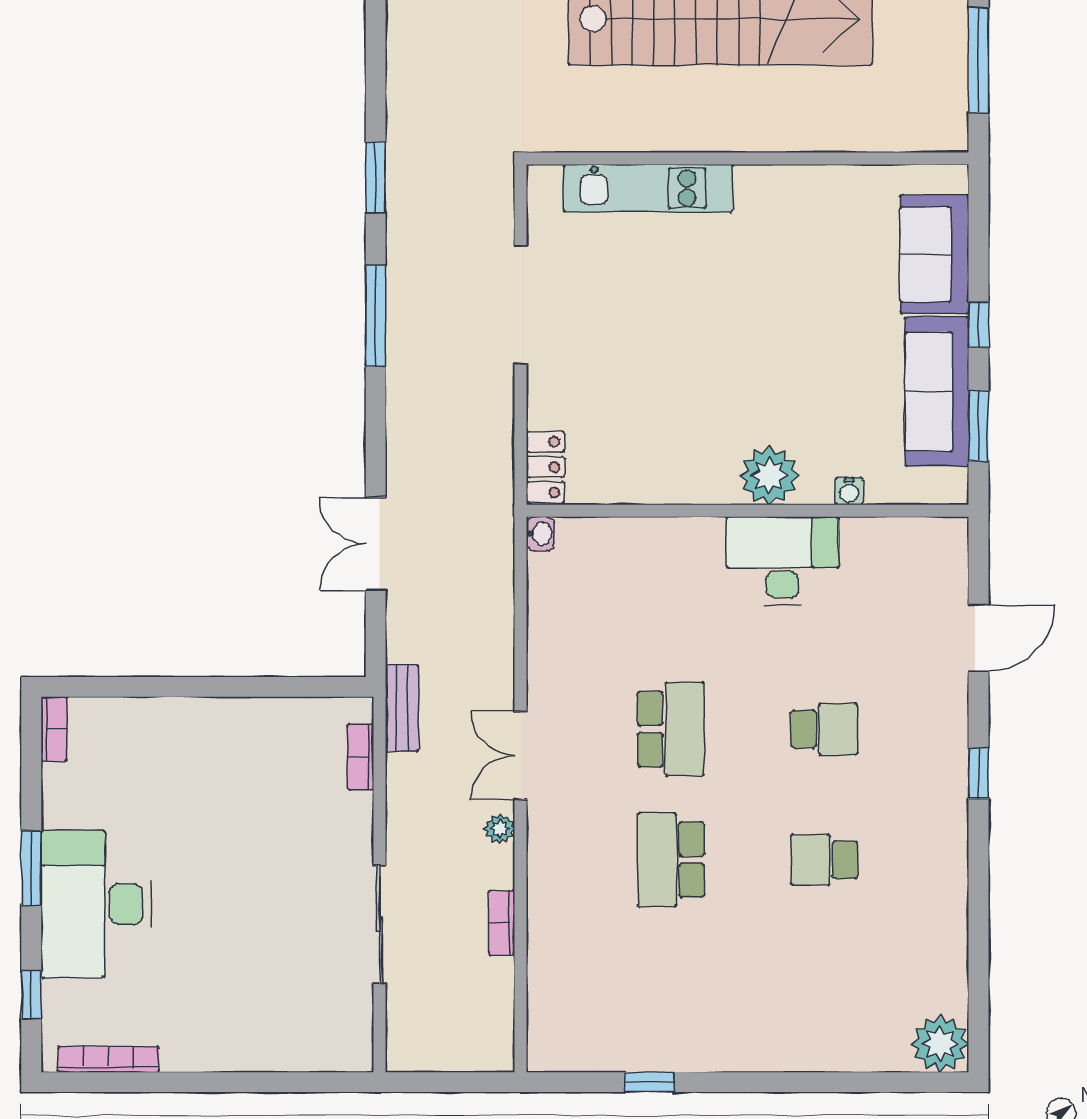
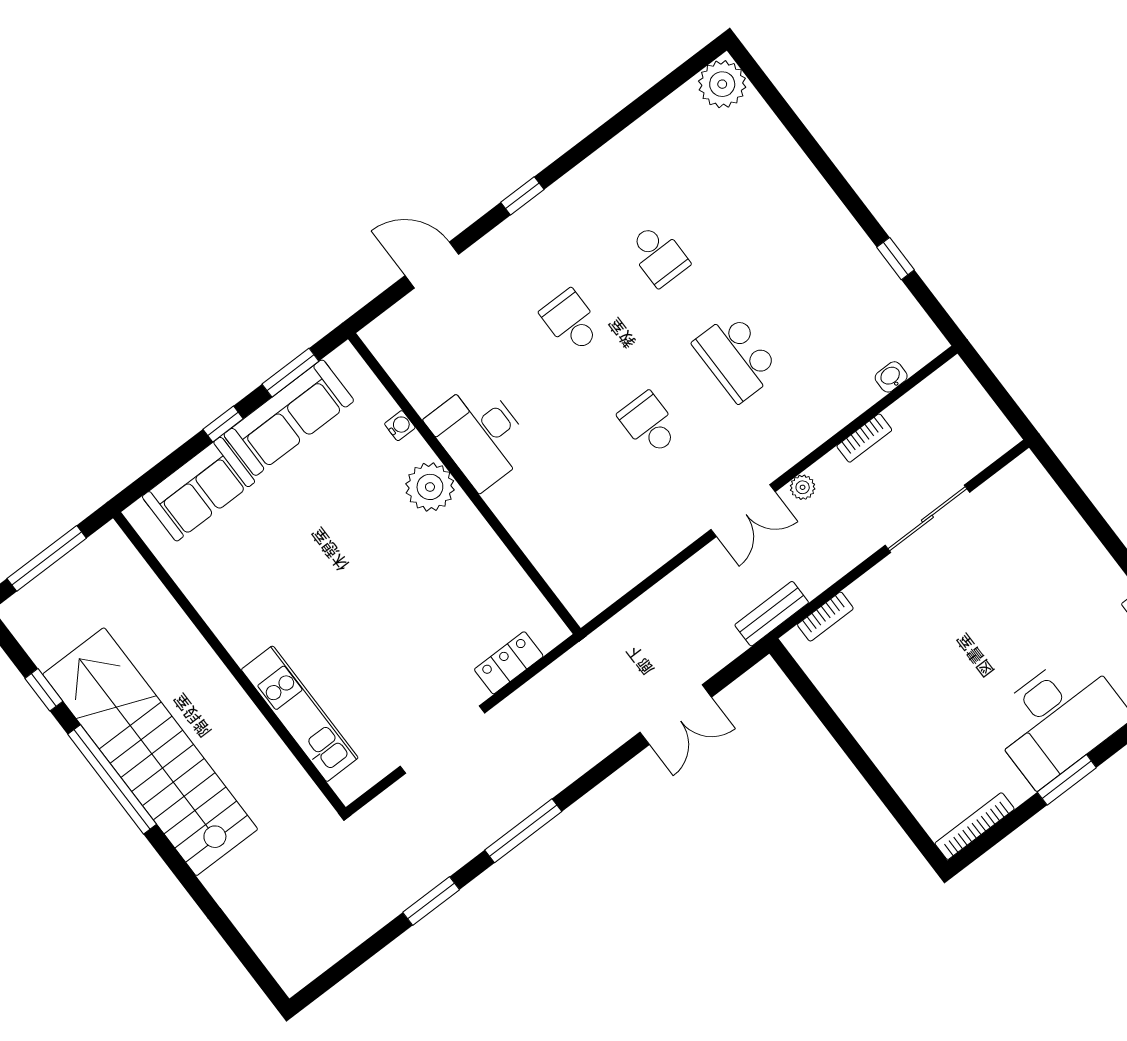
locker: (546, 467) -> (509, 663), moved
washbasin: (540, 534) -> (891, 377), moved
bookcase: (54, 729) -> (975, 826), width x1.56
school desk: (671, 729) -> (649, 424), width x0.54
school desk: (671, 860) -> (736, 357), turned 90

